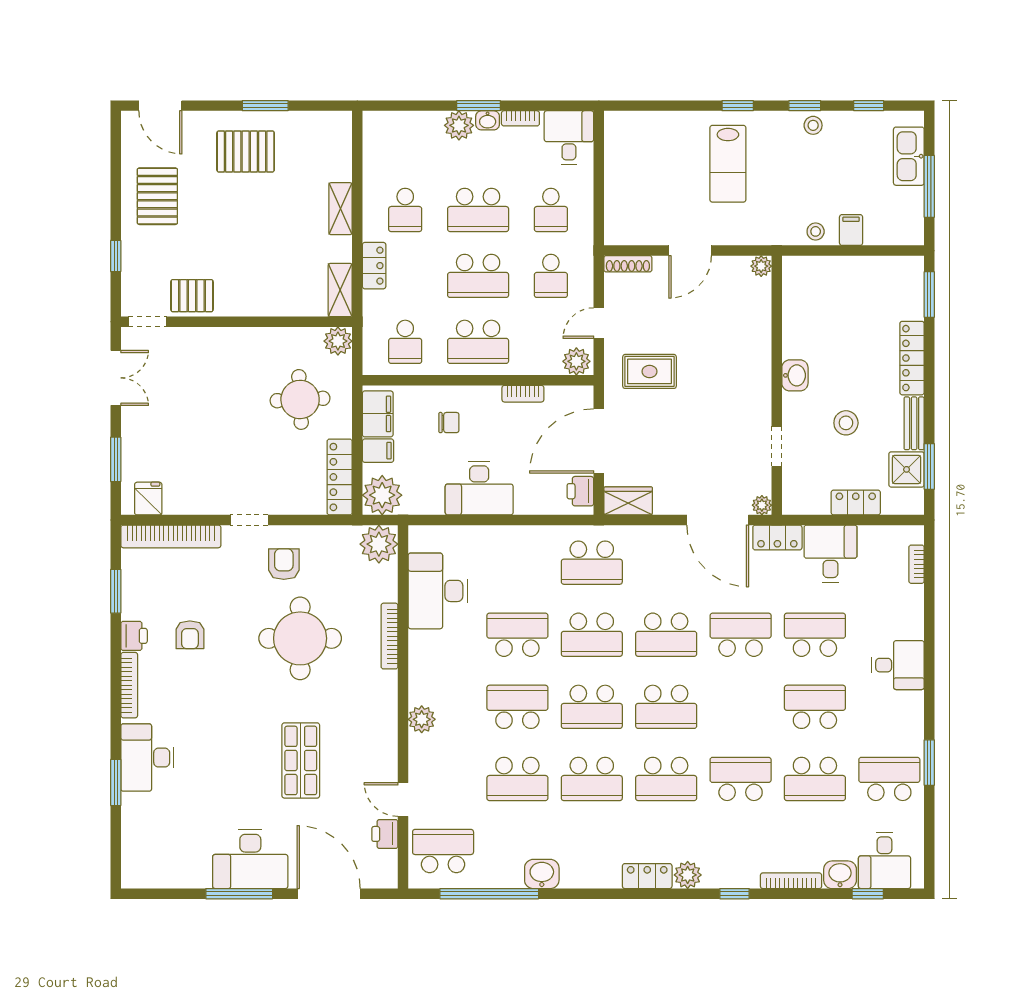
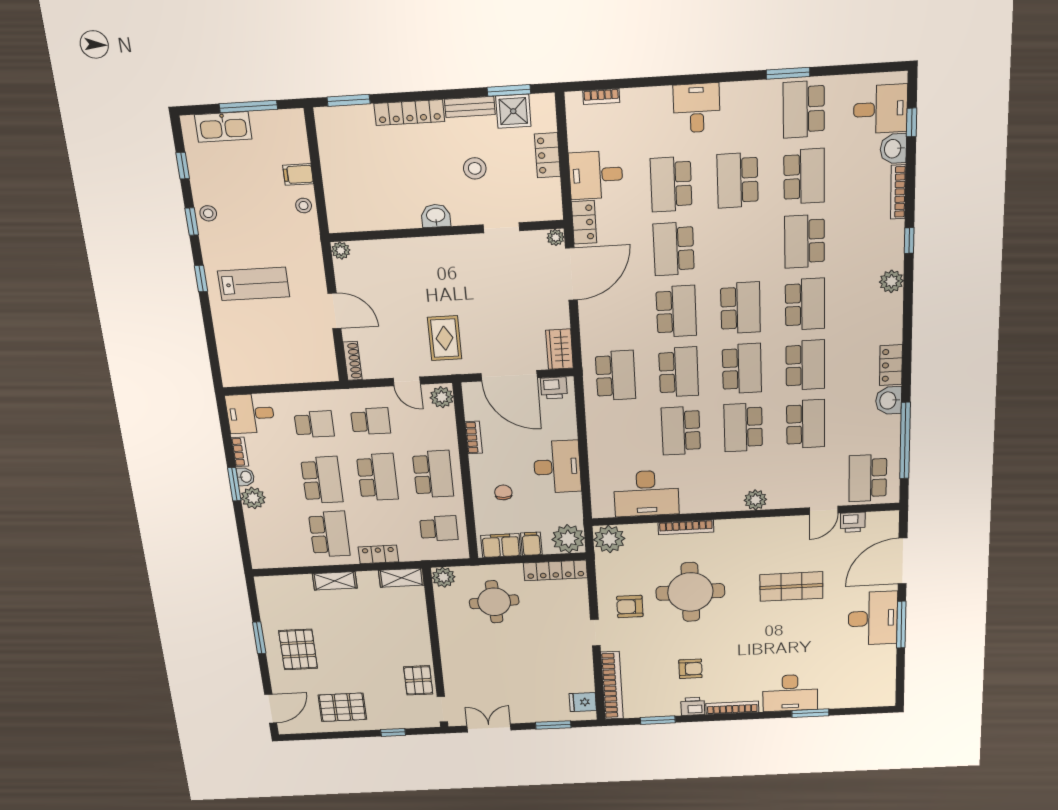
school desk: (405, 210) -> (329, 534), width x1.85
locker: (647, 876) -> (891, 365), moved

